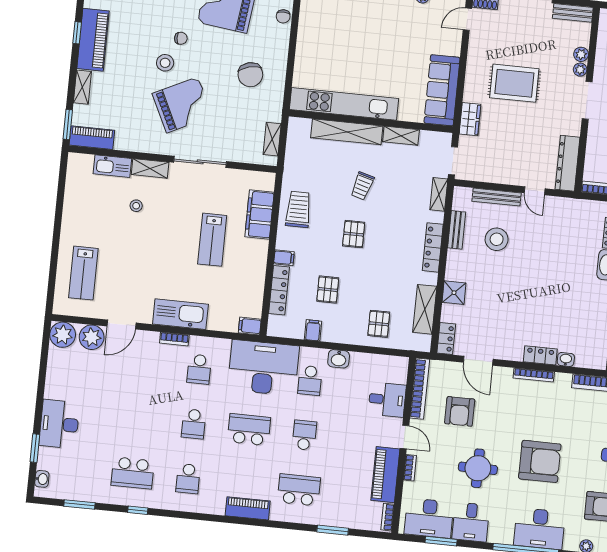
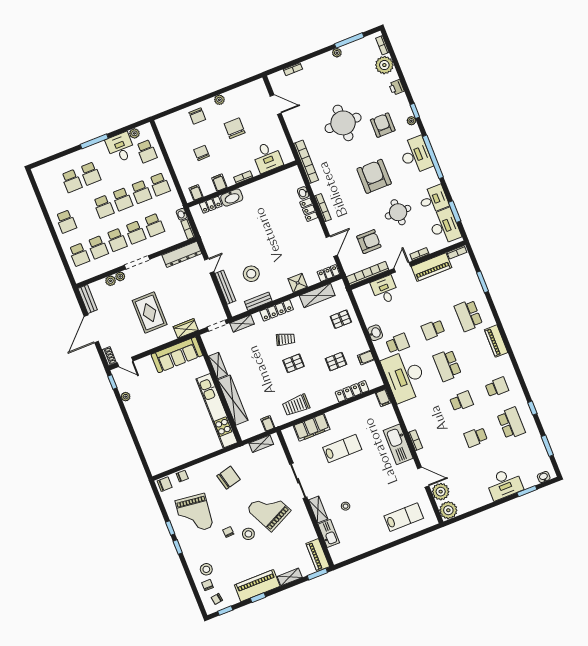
trolley: (362, 186) -> (286, 339), moved
filing cabinet: (284, 258) -> (268, 423), moved
school desk: (199, 369) -> (476, 437), moved, turned 180

